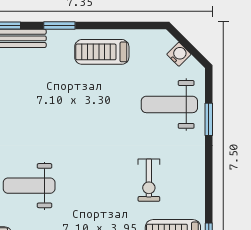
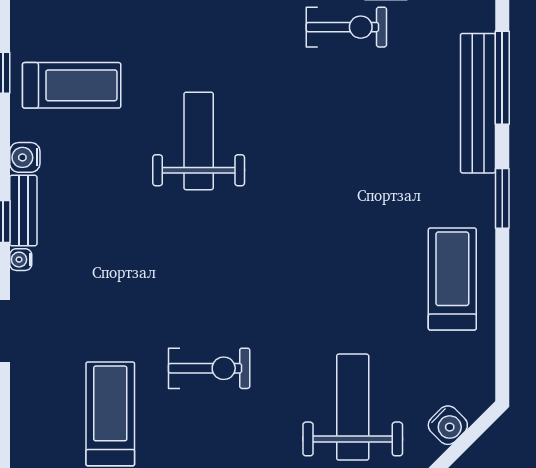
exercise bike: (149, 180) -> (209, 368), turned 180

